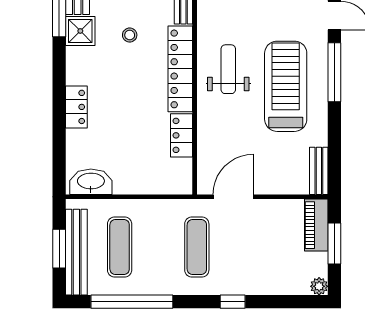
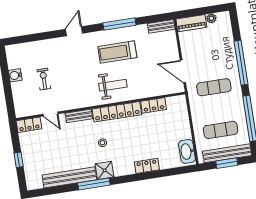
weight bench: (228, 69) -> (113, 85), turned 180
window: (334, 72) -> (119, 24), moved
treadmill: (286, 86) -> (117, 52), width x0.73, depth x0.73
window: (334, 243) -> (200, 11), removed
plant: (319, 286) -> (211, 18), moved
window: (233, 302) -> (241, 63), width x3.17

